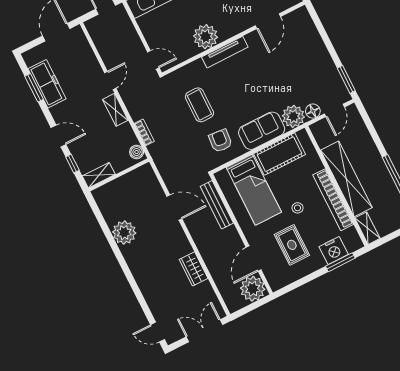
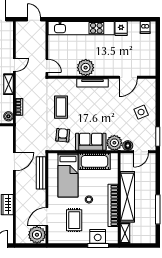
side table: (308, 58) -> (141, 112), added
door: (174, 207) -> (14, 162), hinge flipped

